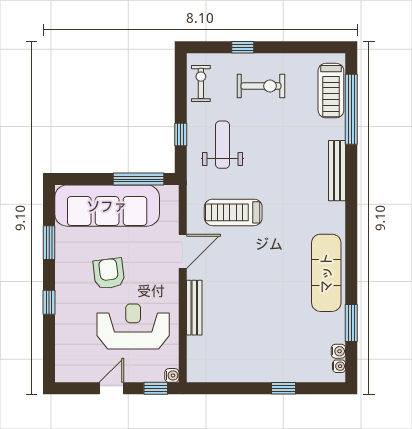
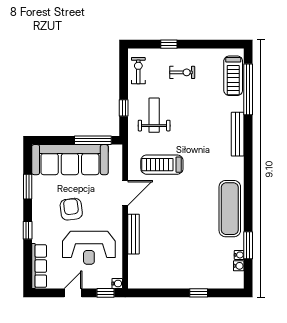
exercise bike: (261, 86) -> (182, 72), width x0.73, depth x0.72
reception desk: (133, 326) -> (89, 248), turned 180
row of seats: (65, 351) -> (39, 266), added
water cooler: (339, 366) -> (239, 255), moved

